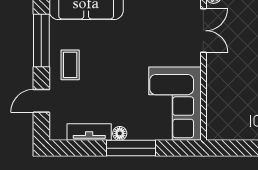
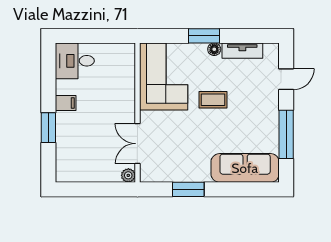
coffee table: (70, 65) -> (213, 100), moved, turned 90
window: (131, 148) -> (204, 36), width x0.69

